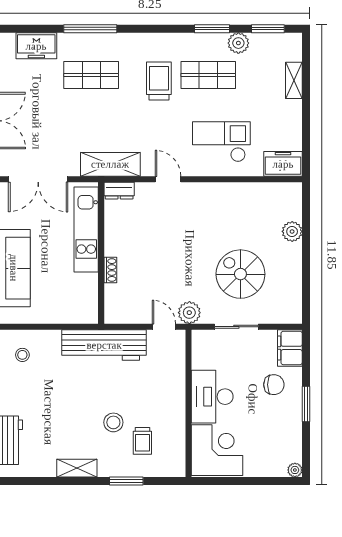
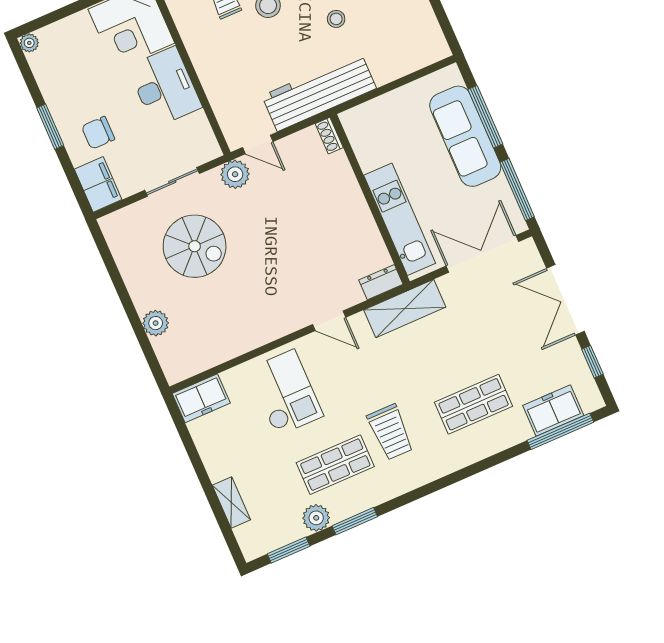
window: (90, 29) -> (560, 431), moved
checkout: (221, 142) -> (285, 393), turned -90
shoe rack: (110, 270) -> (329, 136), moved
stool: (22, 355) -> (336, 19), moved

